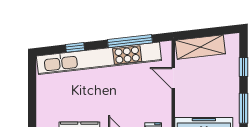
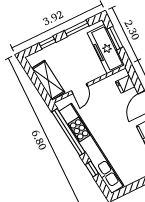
window: (130, 41) -> (68, 132), width x1.46

